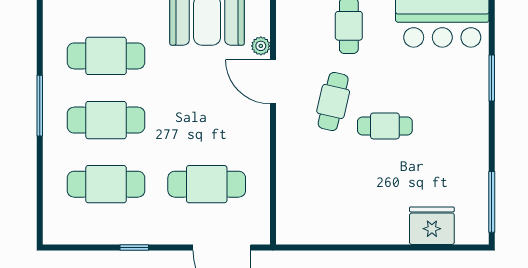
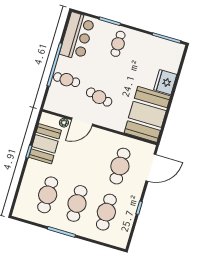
cafe table: (385, 126) -> (118, 44), moved
booth: (327, 209) -> (147, 114), added
fridge: (432, 226) -> (165, 82), moved

